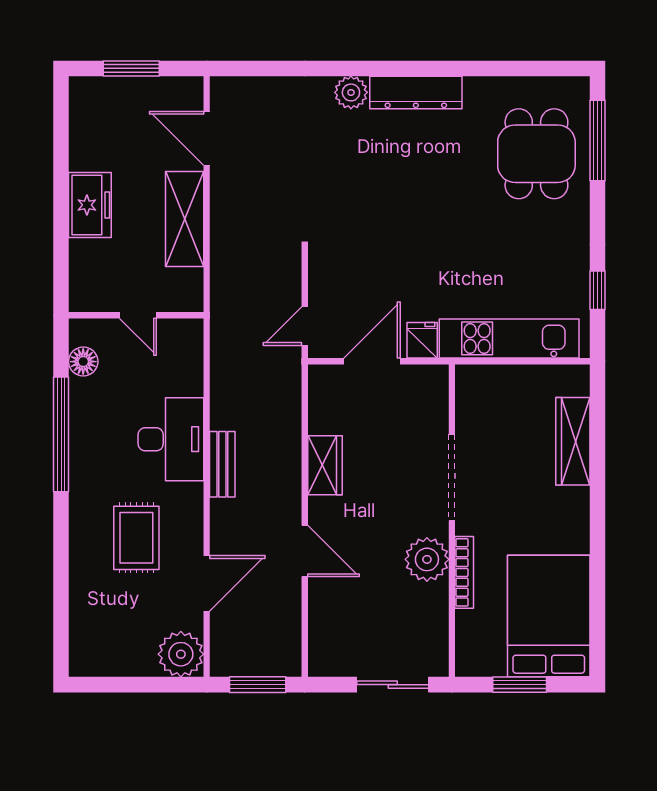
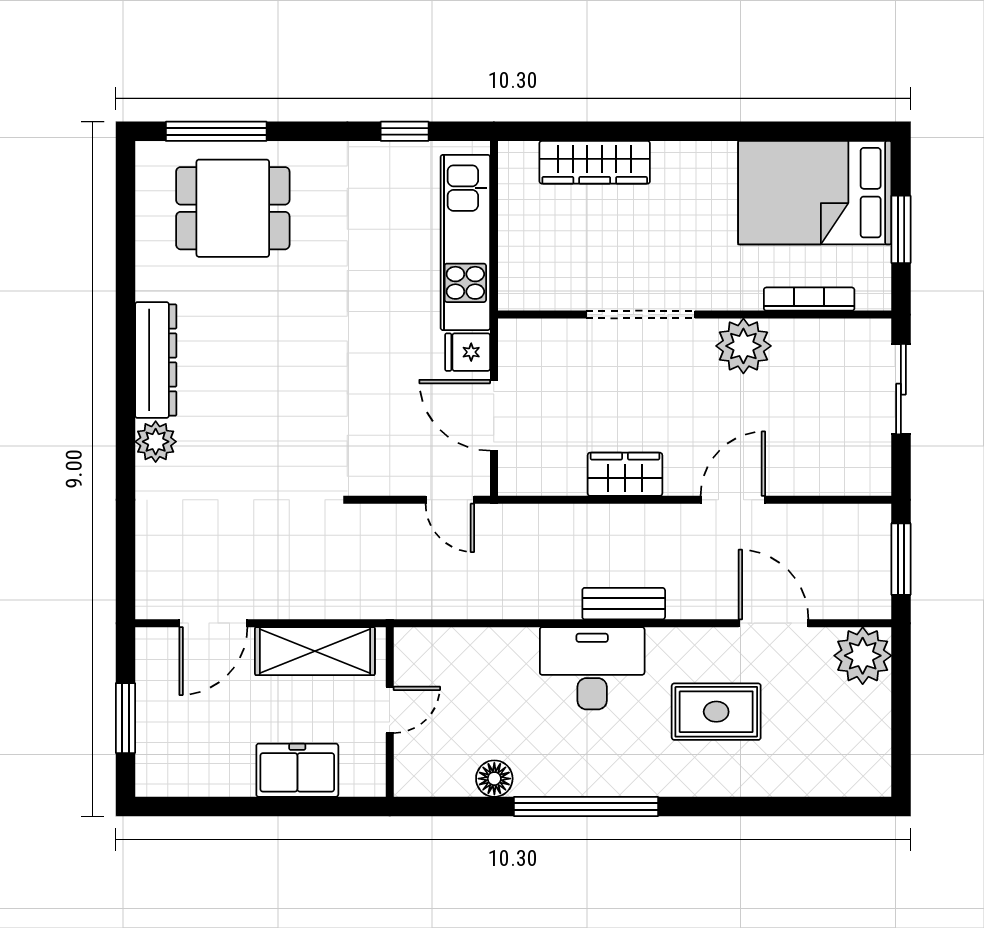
wall: (136, 315) -> (390, 712), moved
door: (138, 315) -> (390, 710), moved
bookcase: (464, 572) -> (809, 299), moved

